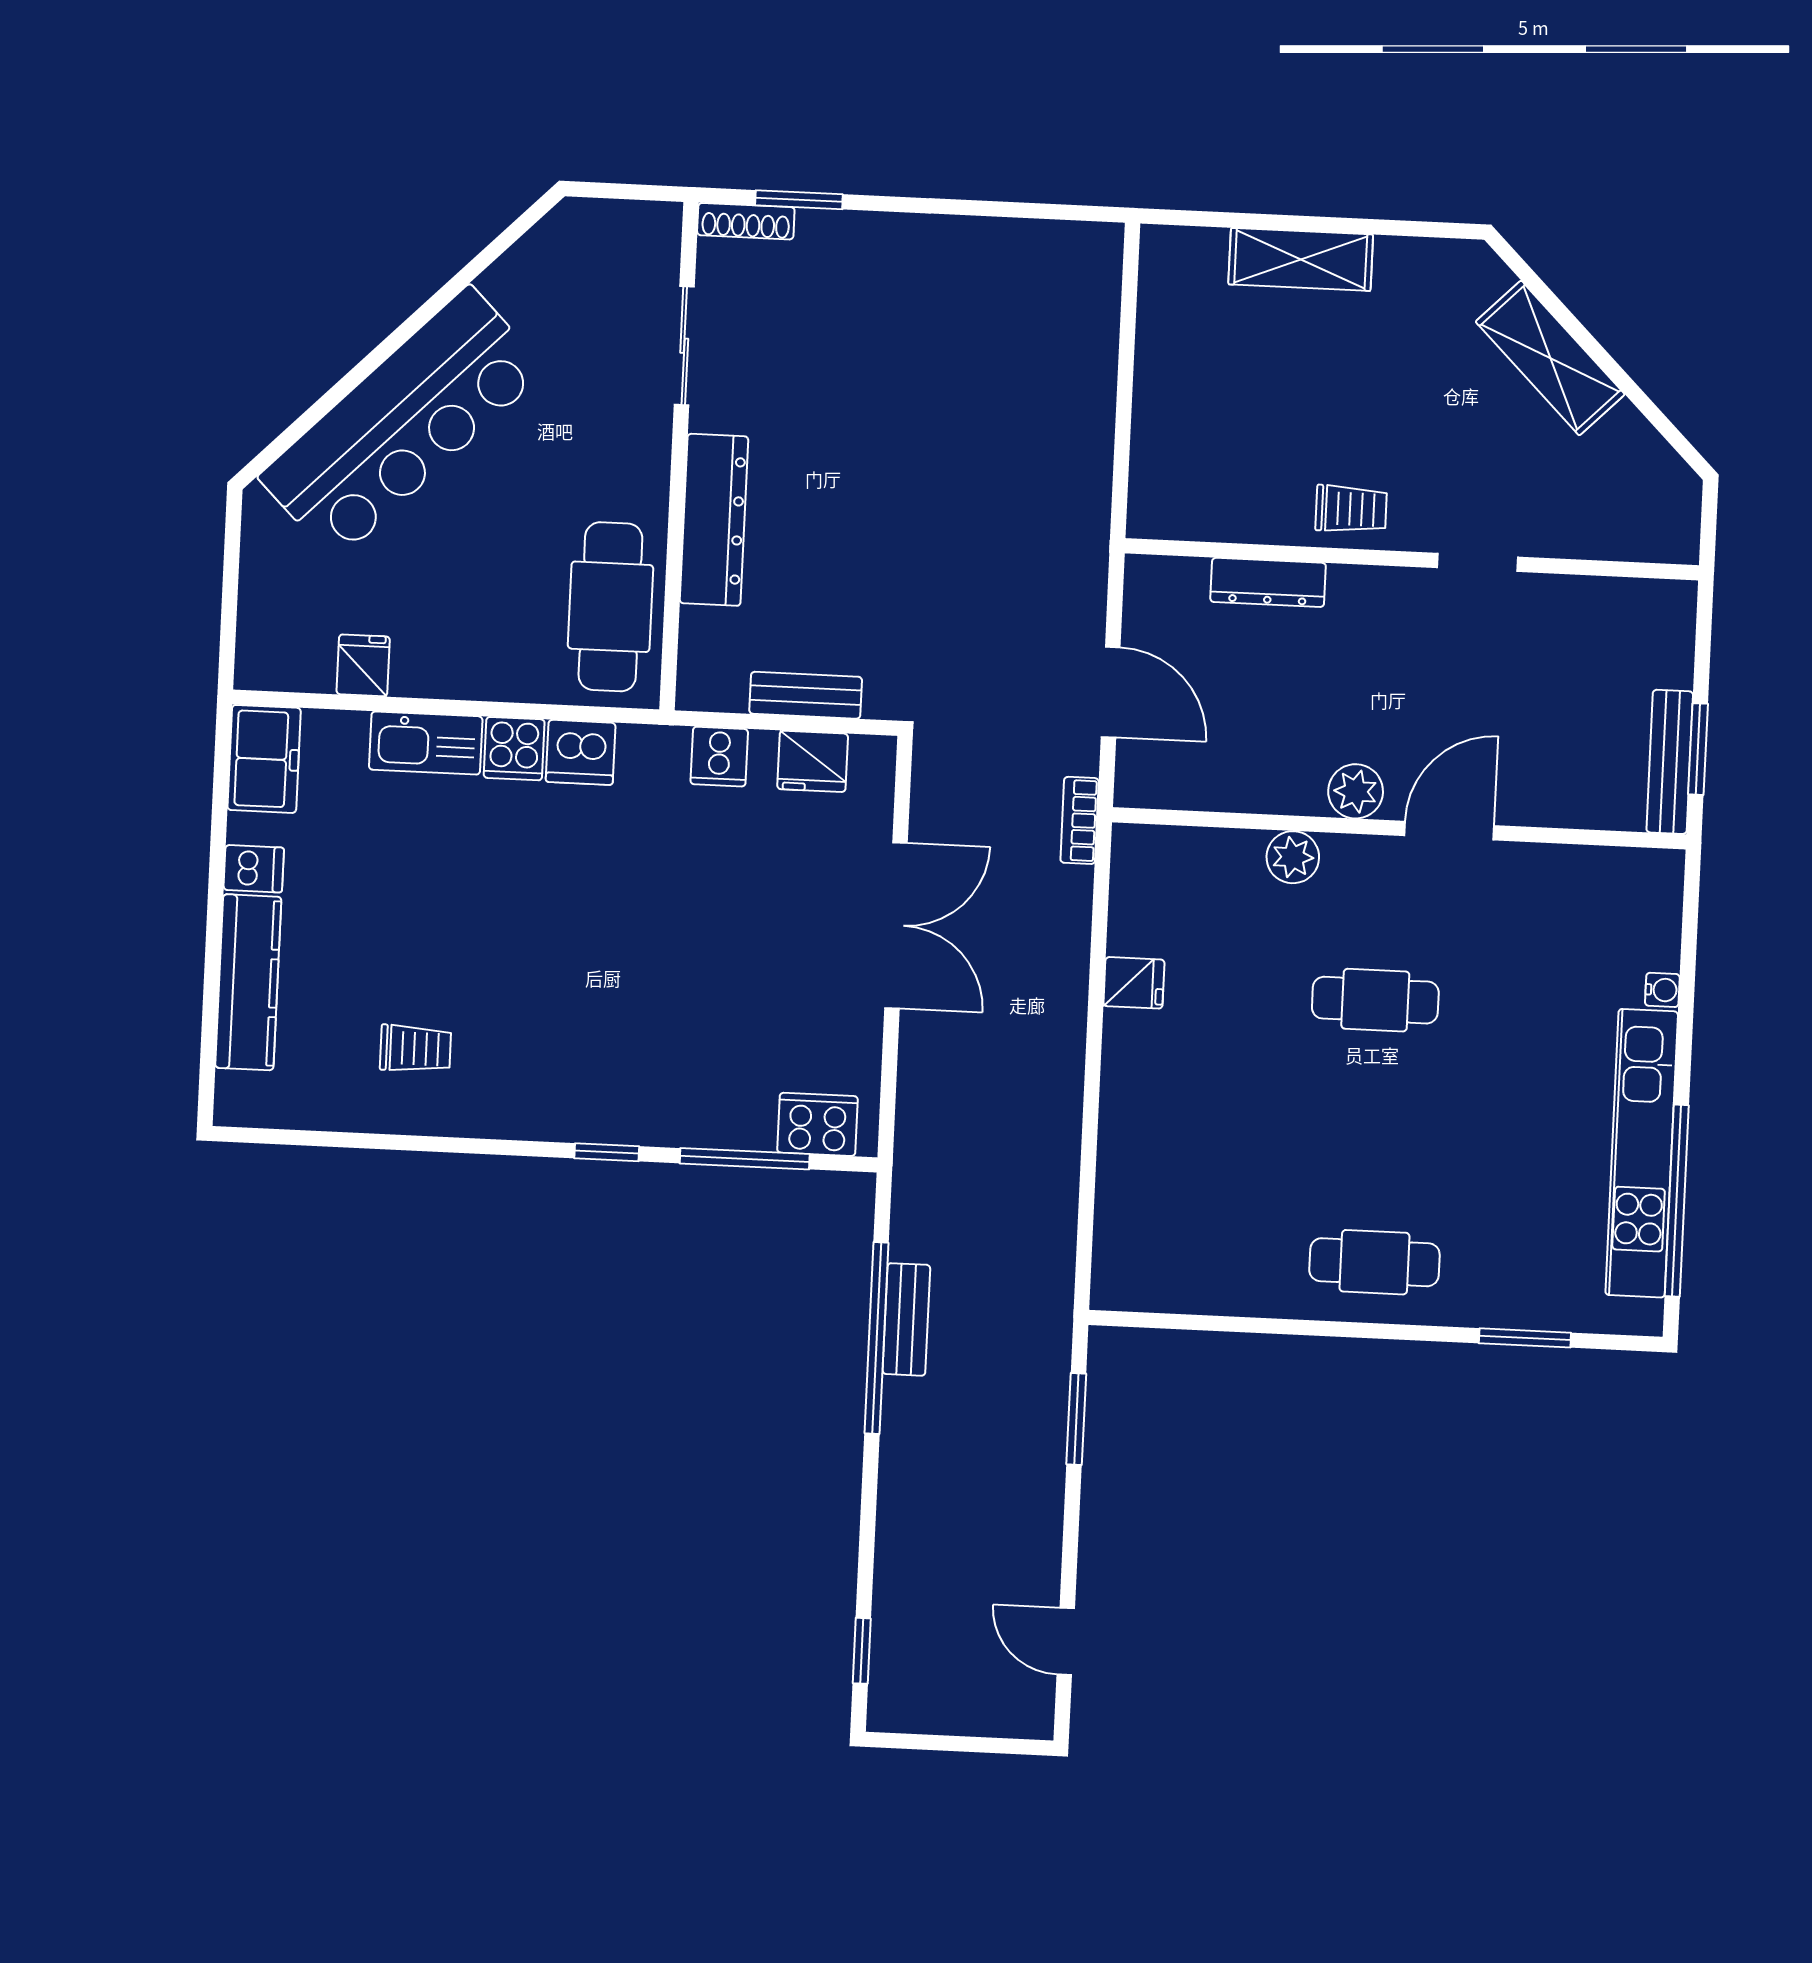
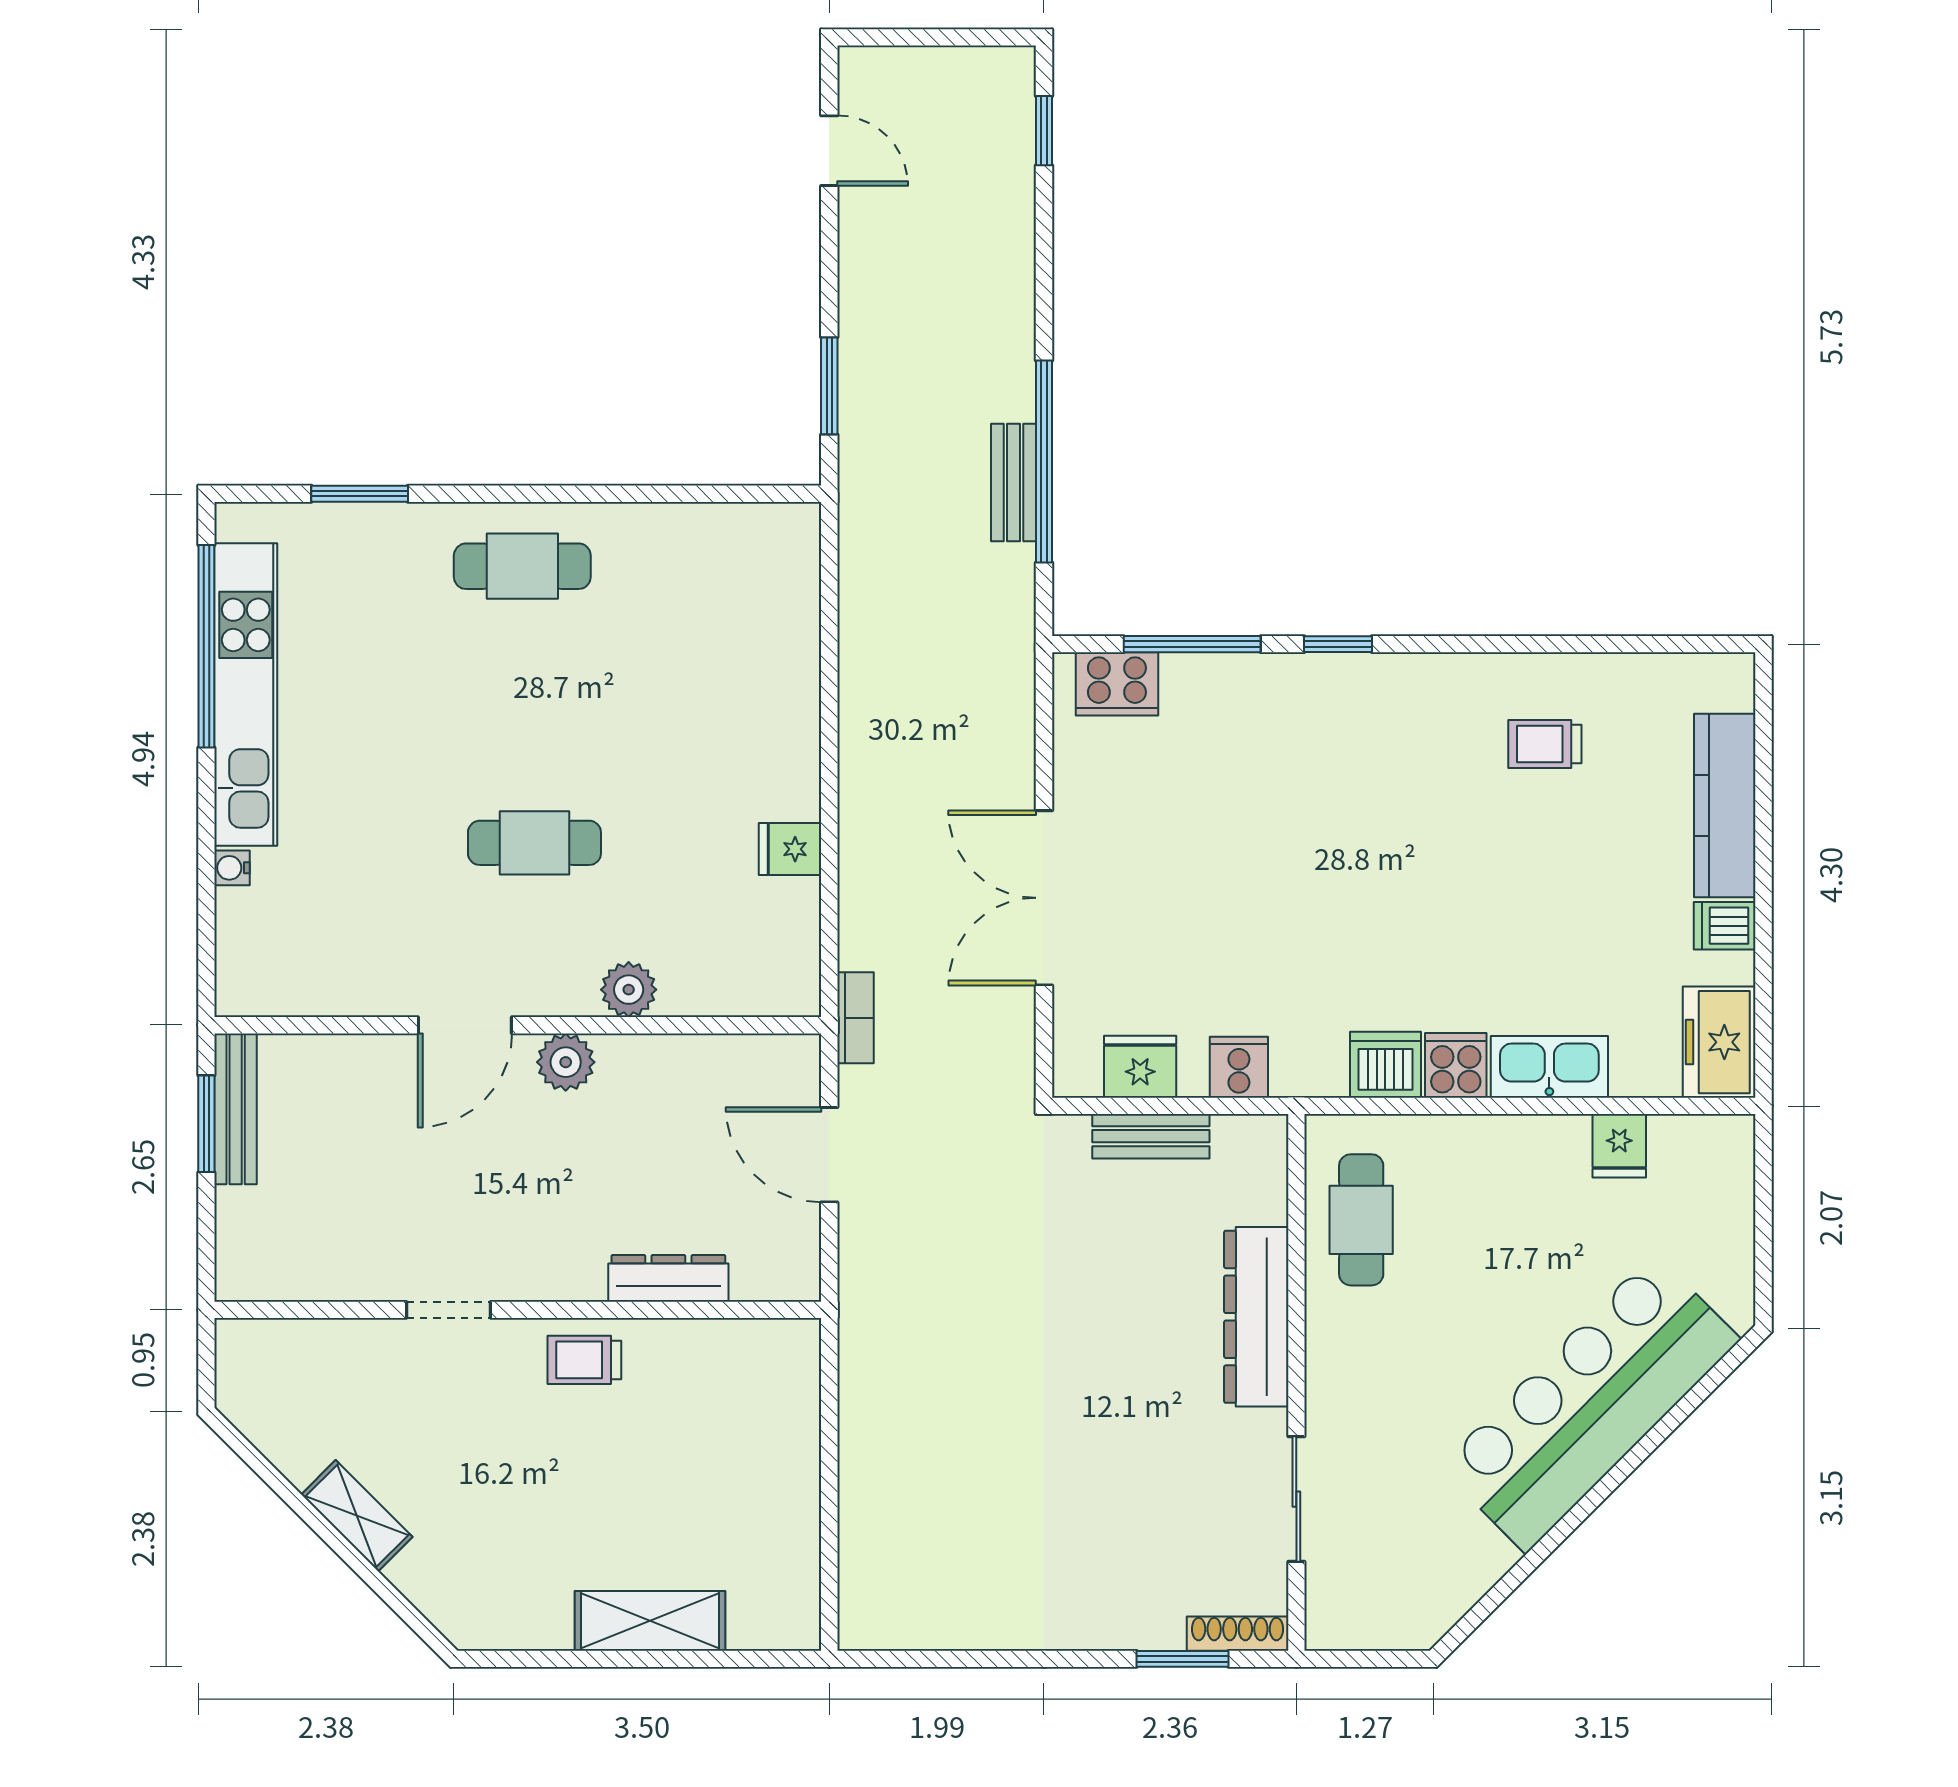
shelving: (1550, 358) -> (357, 1516), width x0.67, depth x0.75
cafe table: (610, 607) -> (1361, 1220), width x0.73, depth x0.74

